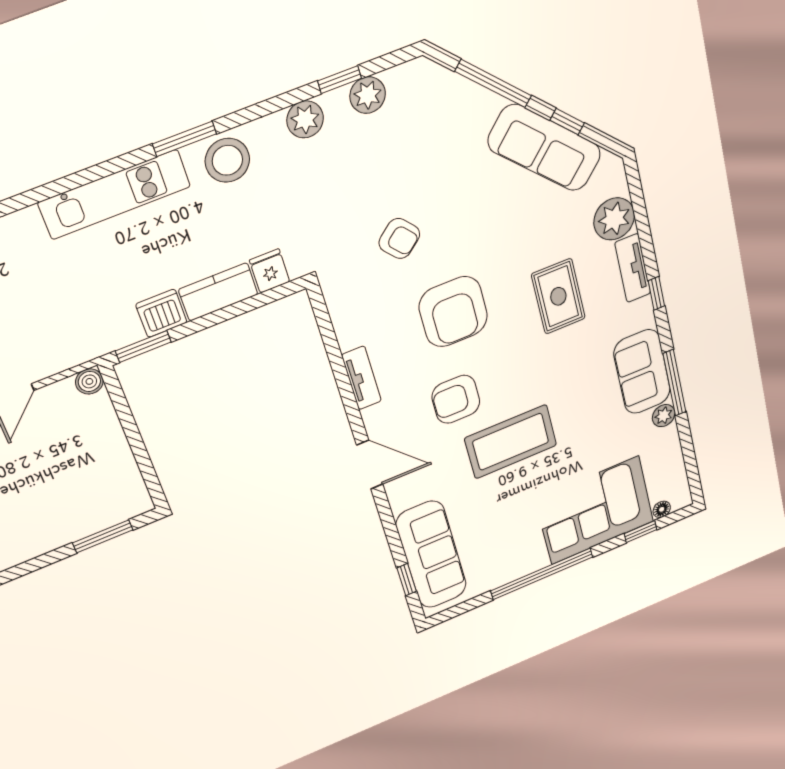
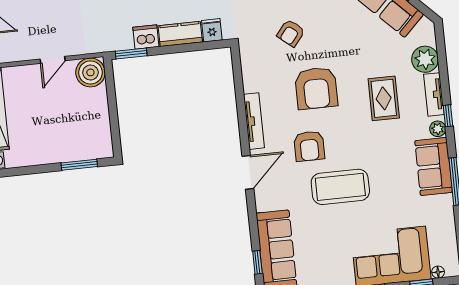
armchair: (399, 239) -> (291, 33), turned 80
tv unit: (361, 378) -> (254, 121), width x1.41
boiler: (89, 381) -> (90, 72), width x1.86, depth x1.86
armchair: (456, 399) -> (309, 146), turned -90
plant: (664, 416) -> (438, 129), moved
door: (370, 465) -> (248, 172), hinge flipped

